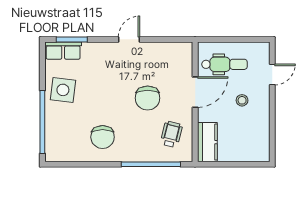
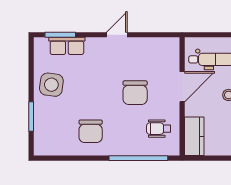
row of seats: (63, 51) -> (67, 46), moved
window: (42, 122) -> (31, 116), width x0.47
wheelchair: (171, 134) -> (159, 129), turned -104

